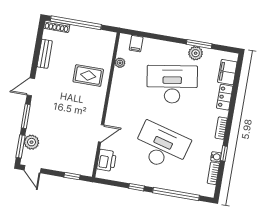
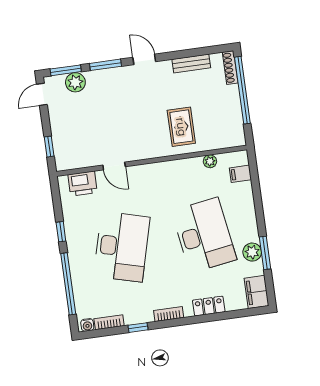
filing cabinet: (227, 72) -> (257, 292), moved, turned -90
water cooler: (216, 157) -> (87, 325), moved

